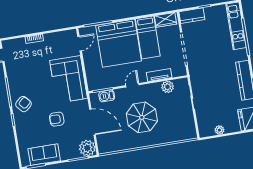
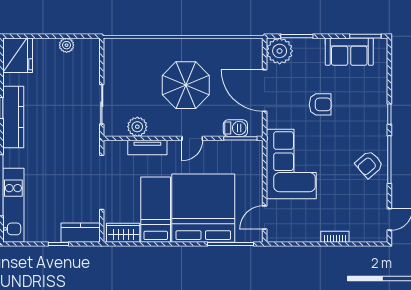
armchair: (24, 104) -> (369, 164), moved

